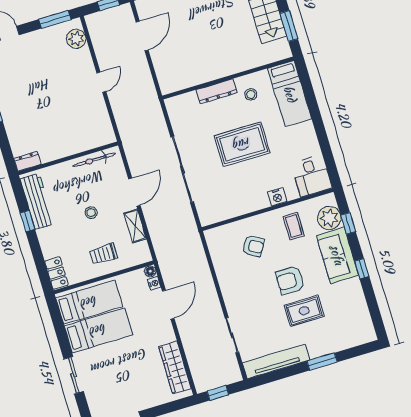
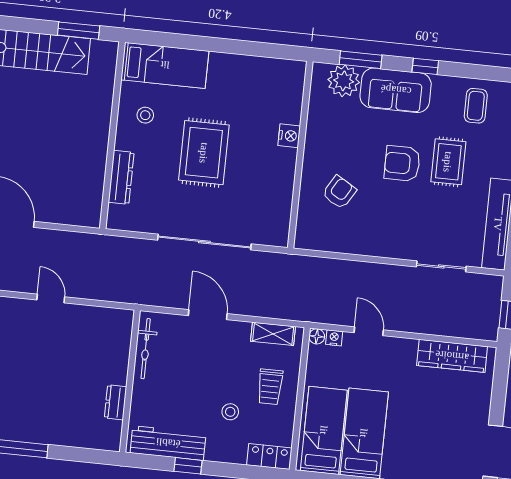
dresser: (217, 91) -> (121, 177), moved
dresser: (27, 161) -> (115, 402), moved
desk: (312, 176) -> (281, 81), removed
stool: (91, 213) -> (230, 412), moved
window: (348, 223) -> (361, 60), width x1.50
shelving: (135, 226) -> (273, 334), moved
coffee table: (294, 226) -> (476, 106), moved, turned 90
armchair: (290, 280) -> (402, 163), turned 90
door: (168, 305) -> (369, 331), width x0.73

